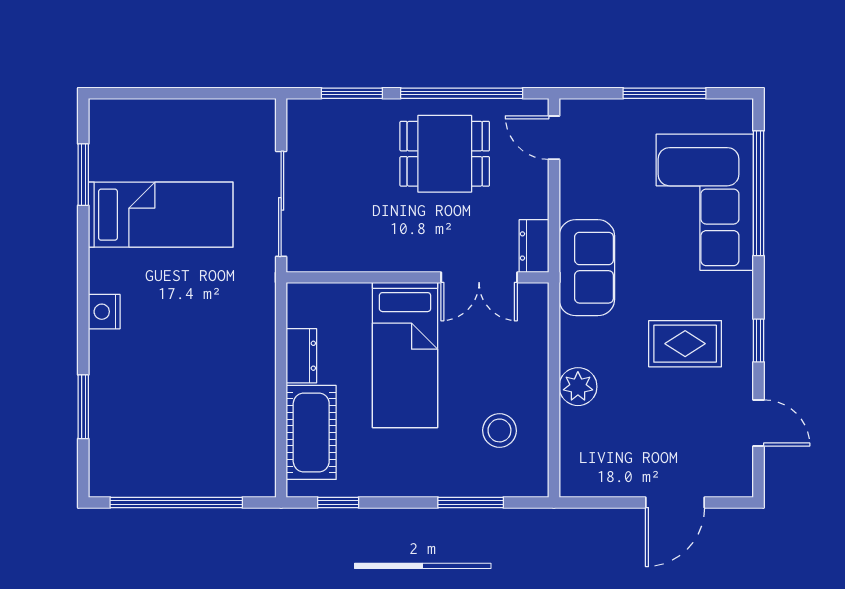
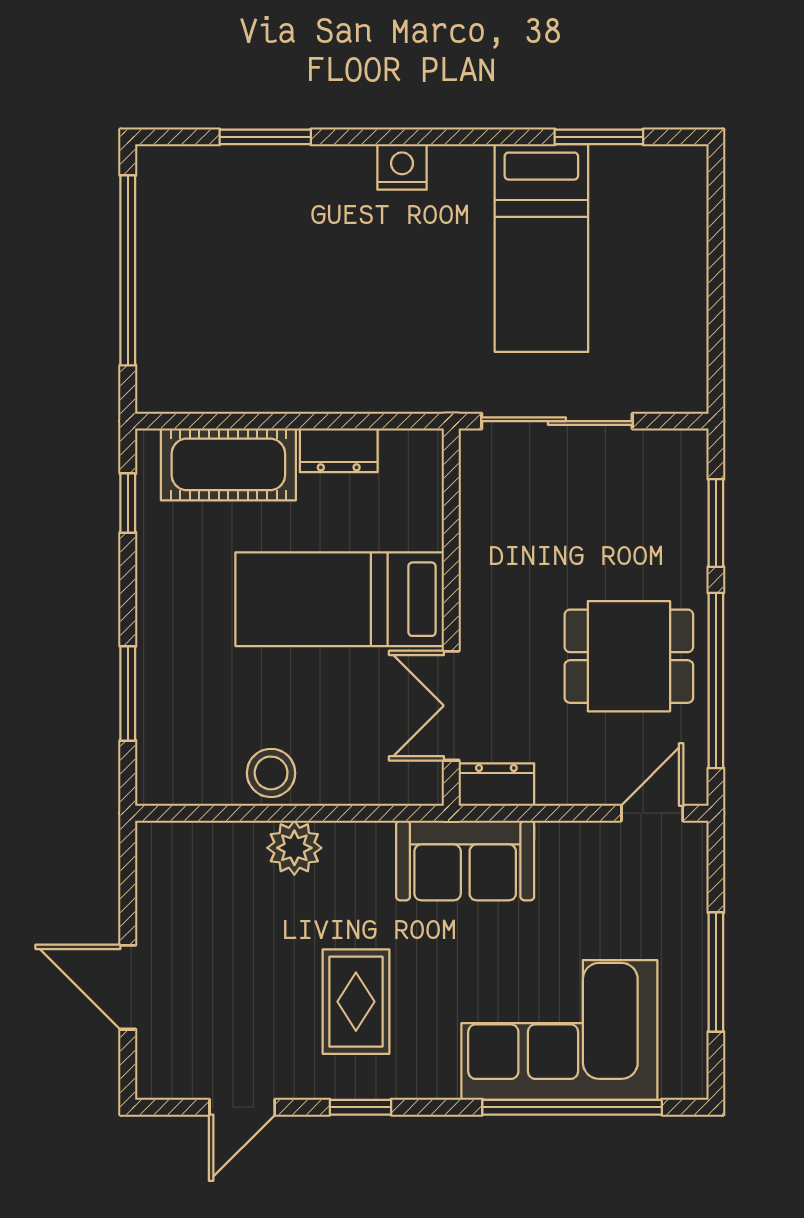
dining table: (445, 154) -> (629, 656), turned 90
stool: (499, 430) -> (271, 773), moved

